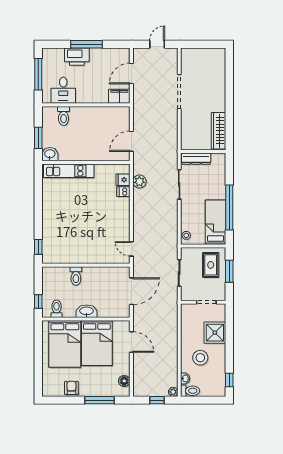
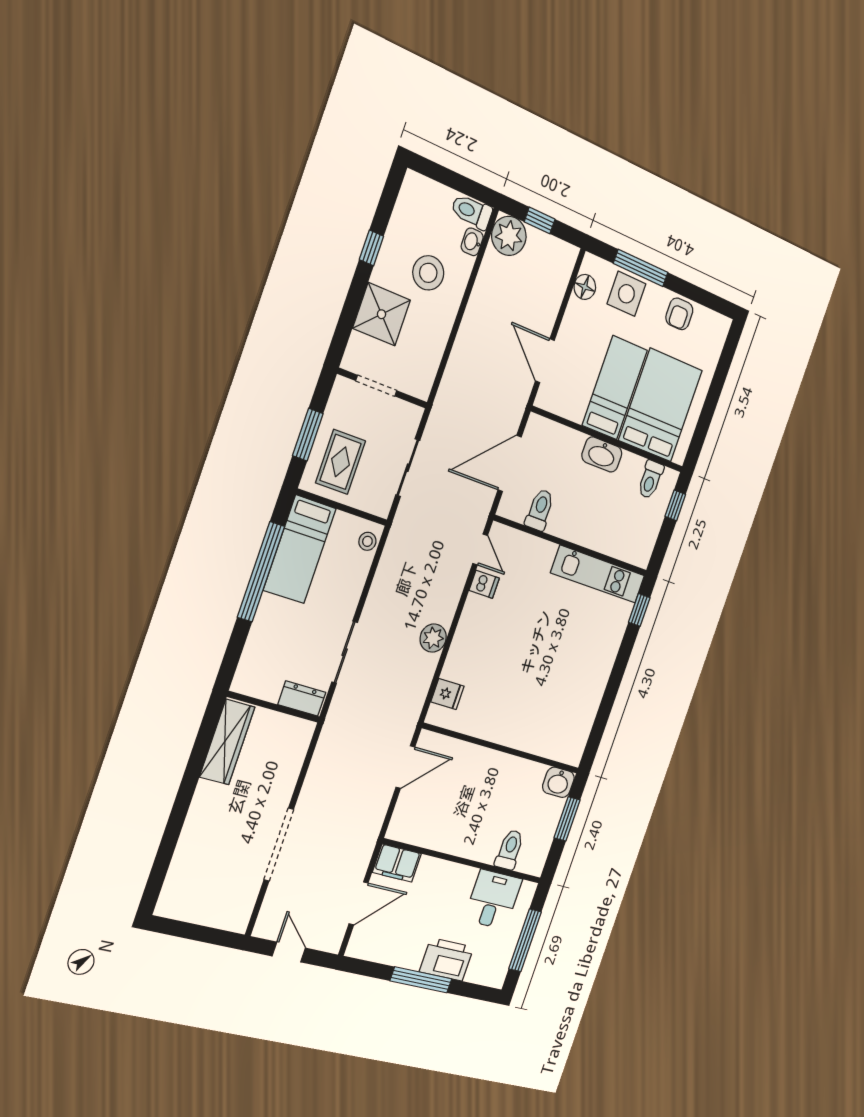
door: (157, 44) -> (289, 952), swing flipped
dresser: (196, 159) -> (302, 698), width x0.70
kitchen unit: (69, 171) -> (598, 574), moved, turned 180
plant: (139, 182) -> (433, 638), moved
dishwasher: (123, 192) -> (484, 584), moved
toilet: (76, 276) -> (540, 510), moved
bed: (97, 343) -> (615, 388), width x0.67
window: (229, 380) -> (371, 248), moved
side table: (102, 386) -> (626, 294), added
plant: (173, 392) -> (509, 236), width x1.88, depth x1.88

